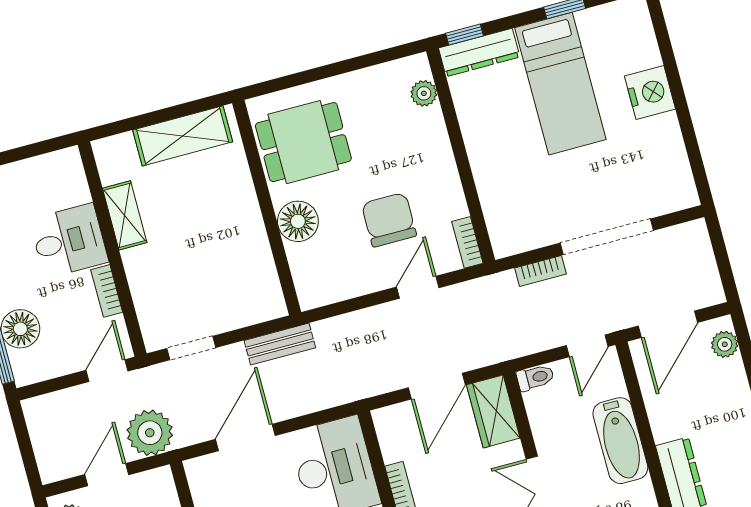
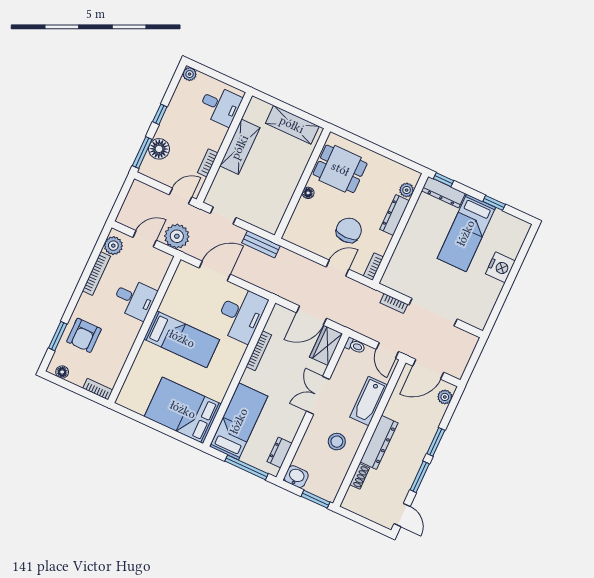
dresser: (436, 143) -> (395, 215), added
shelving: (125, 215) -> (240, 147), width x1.50, depth x1.33
floor lamp: (298, 221) -> (308, 193), width x0.53, depth x0.53
desk: (69, 241) -> (220, 105), moved
door: (587, 346) -> (387, 350), hinge flipped

